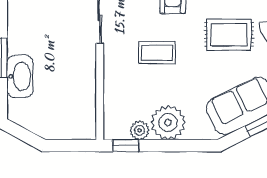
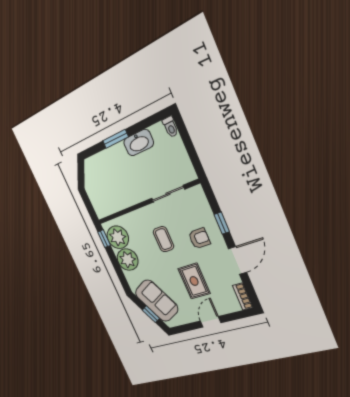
washbasin: (20, 76) -> (139, 143), moved
plant: (139, 130) -> (118, 237), width x1.87, depth x1.87

